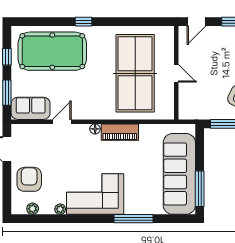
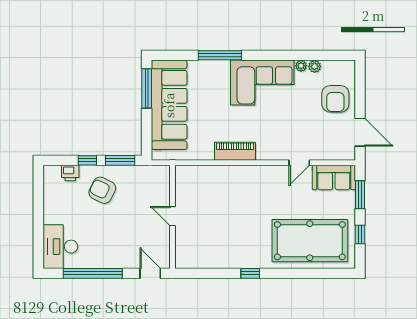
window: (84, 22) -> (250, 273), moved
door: (196, 22) -> (150, 273), hinge flipped
table tennis table: (135, 73) -> (218, 216), removed
floor lamp: (95, 129) -> (262, 155), removed
plant: (33, 209) -> (315, 66), moved

